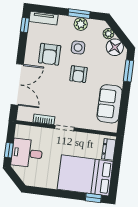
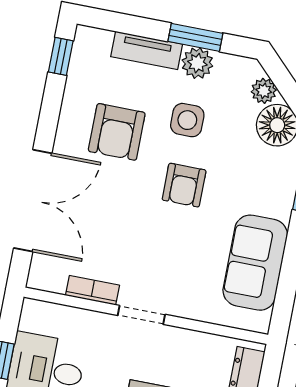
tv unit: (44, 18) -> (147, 50), moved

